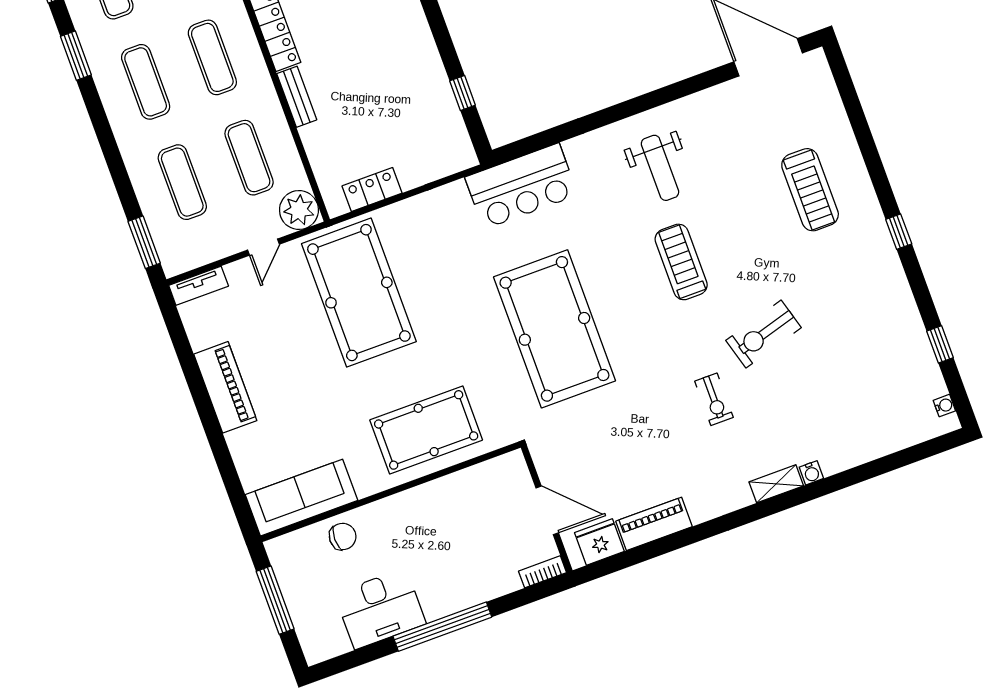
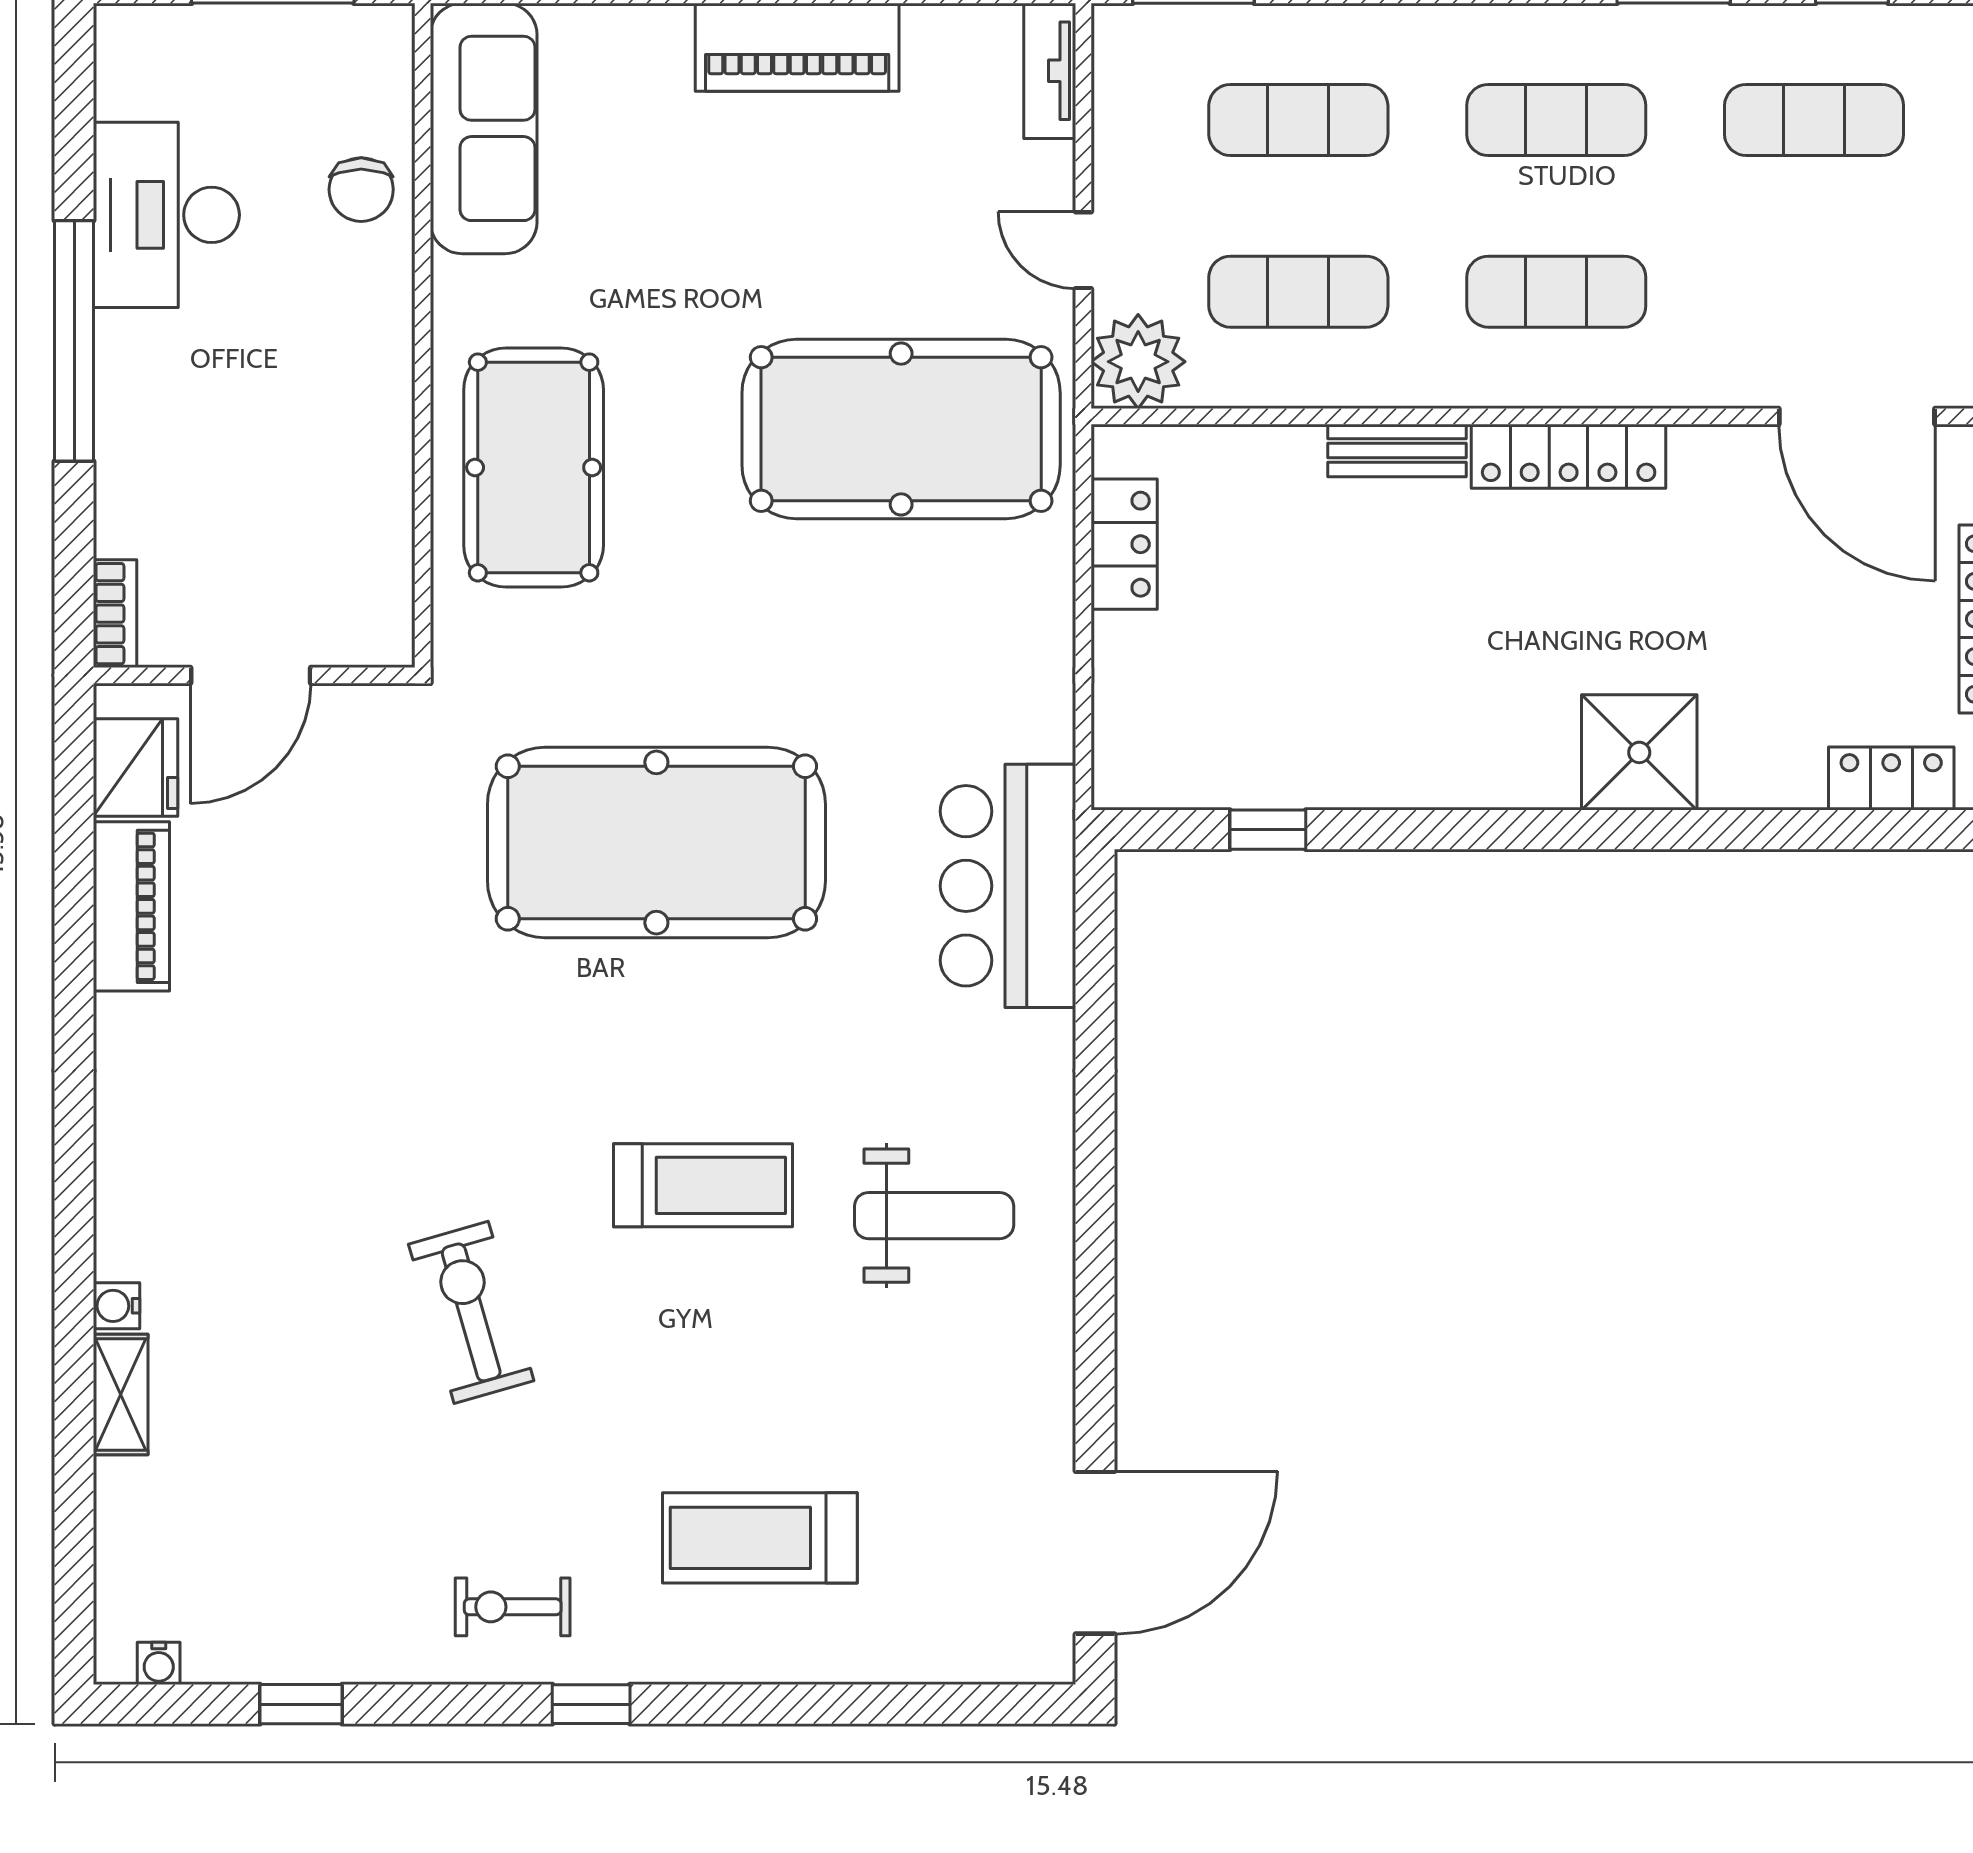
weight bench: (660, 168) -> (934, 1216), turned 180
exercise bike: (714, 399) -> (513, 1607), moved
shelving: (776, 484) -> (121, 1395), moved

